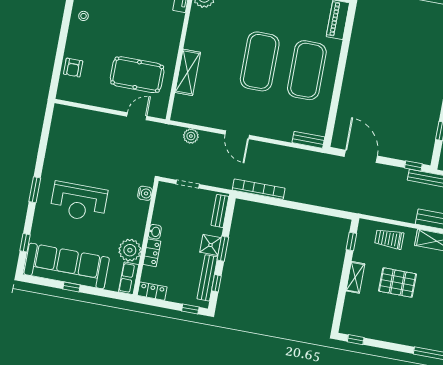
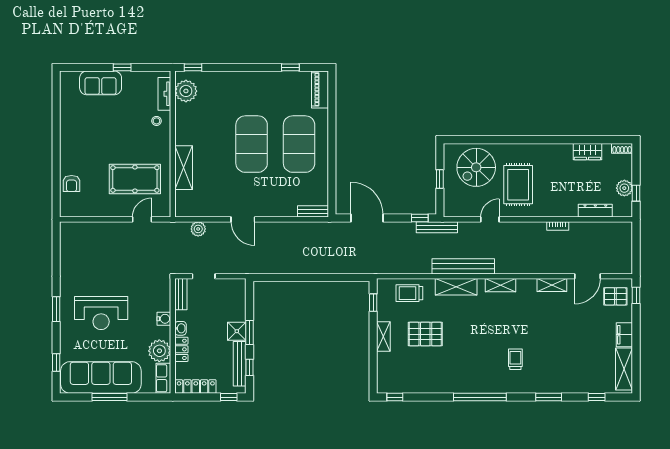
stool: (83, 16) -> (156, 121), moved
bookcase: (259, 189) -> (274, 268), removed
water cooler: (145, 193) -> (164, 319), moved
bench: (220, 211) -> (181, 294), moved
window: (72, 287) -> (109, 397), width x2.17
locker: (152, 291) -> (196, 387), width x1.53

